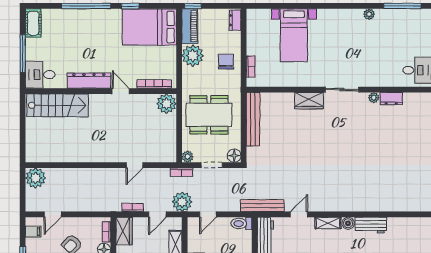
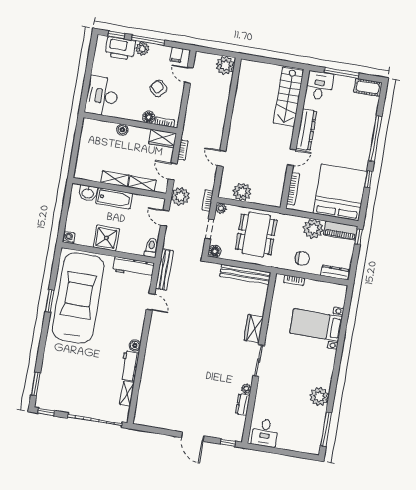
plant: (369, 14) -> (319, 397), width x1.88, depth x1.88
dresser: (235, 20) -> (335, 272), width x1.44
bed: (149, 27) -> (340, 192), width x1.36
plant: (167, 104) -> (242, 192), moved
shelving: (328, 223) -> (127, 394), moved

